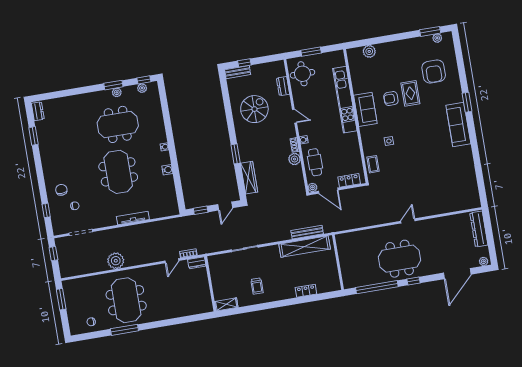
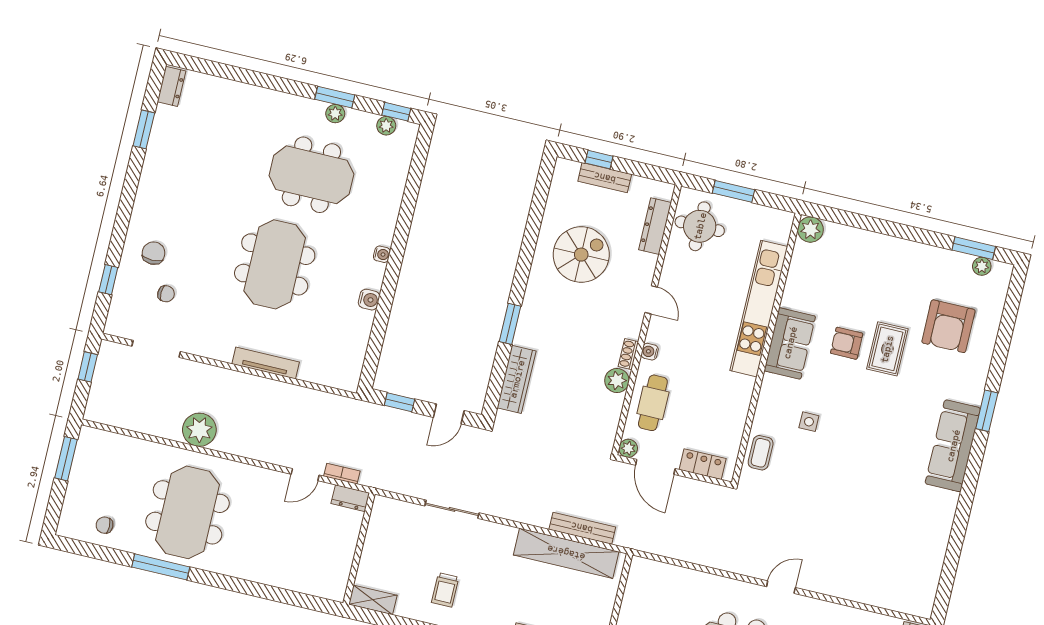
plant: (369, 51) -> (810, 230), moved
bench: (238, 72) -> (605, 178), moved
dresser: (283, 86) -> (655, 226), width x1.44

